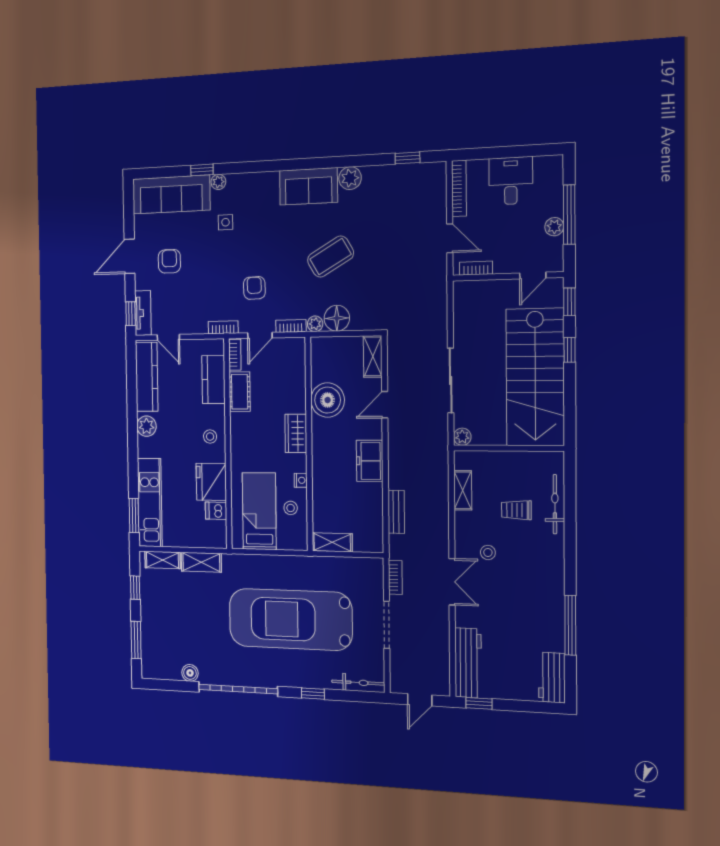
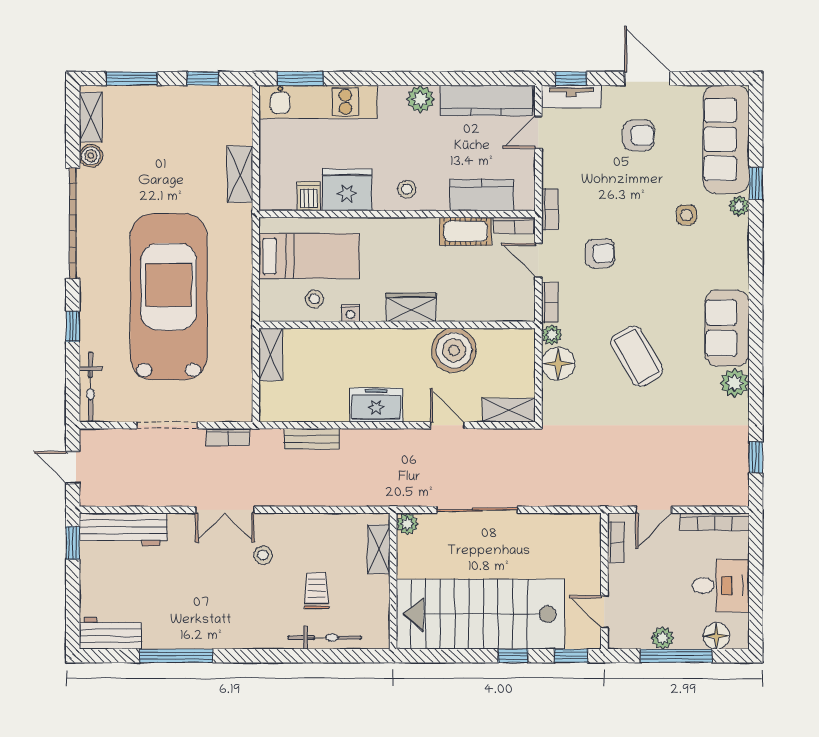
floor lamp: (552, 182) -> (716, 636), added
shelving: (463, 490) -> (379, 549), moved, turned 90
shelving: (163, 560) -> (91, 117), moved

